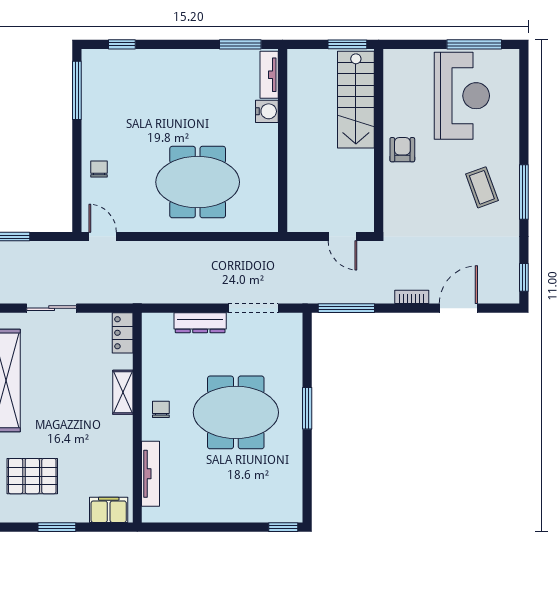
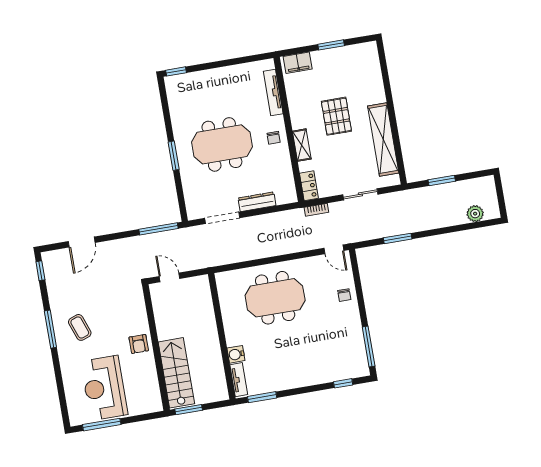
bookcase: (412, 297) -> (316, 210), moved
pallet: (32, 476) -> (336, 116), moved, turned 90

